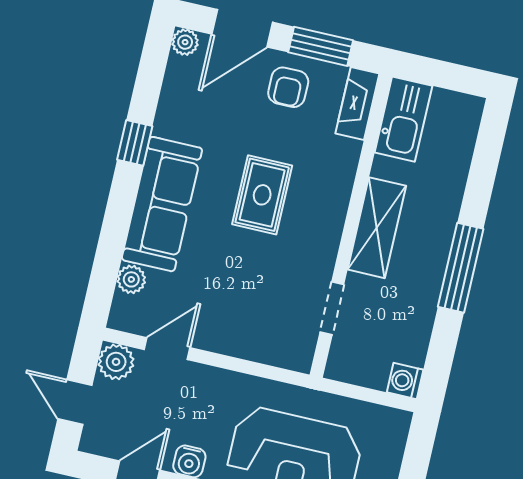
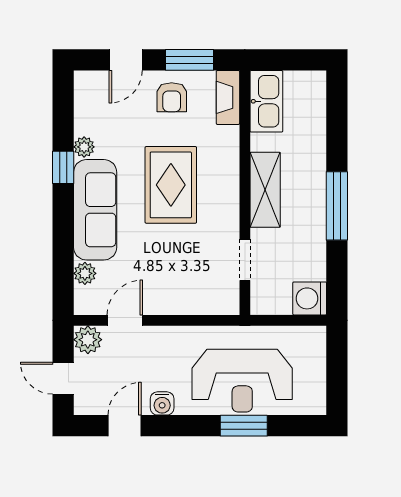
door: (242, 28) -> (126, 60), width x0.73
plant: (185, 42) -> (84, 147), moved
rug: (262, 195) -> (171, 185), width x1.36, depth x1.43
washing machine: (405, 381) -> (310, 298), width x1.38, depth x1.38

